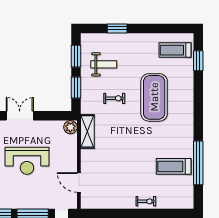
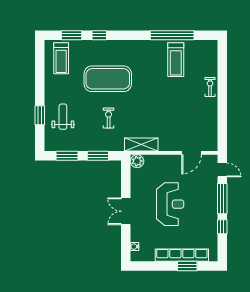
weight bench: (104, 64) -> (63, 117), moved
window: (198, 89) -> (99, 35), added

